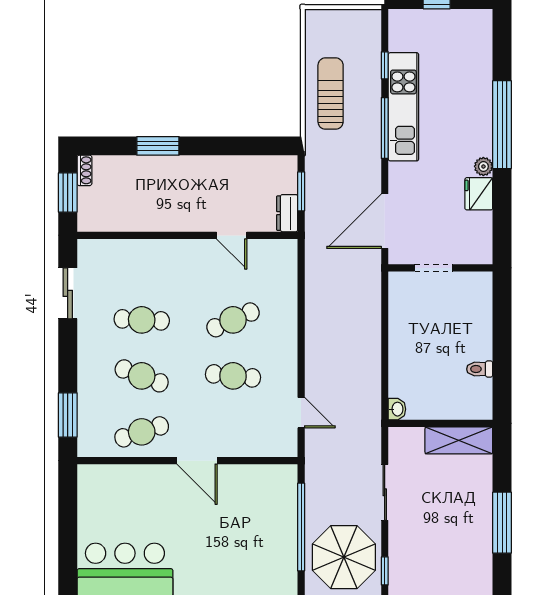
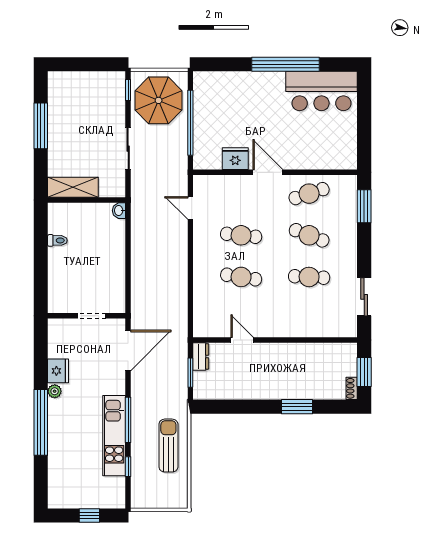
sun lounger: (331, 94) -> (168, 446), turned 180
cafe table: (233, 320) -> (241, 277), turned 33
fridge: (241, 479) -> (235, 159), added

